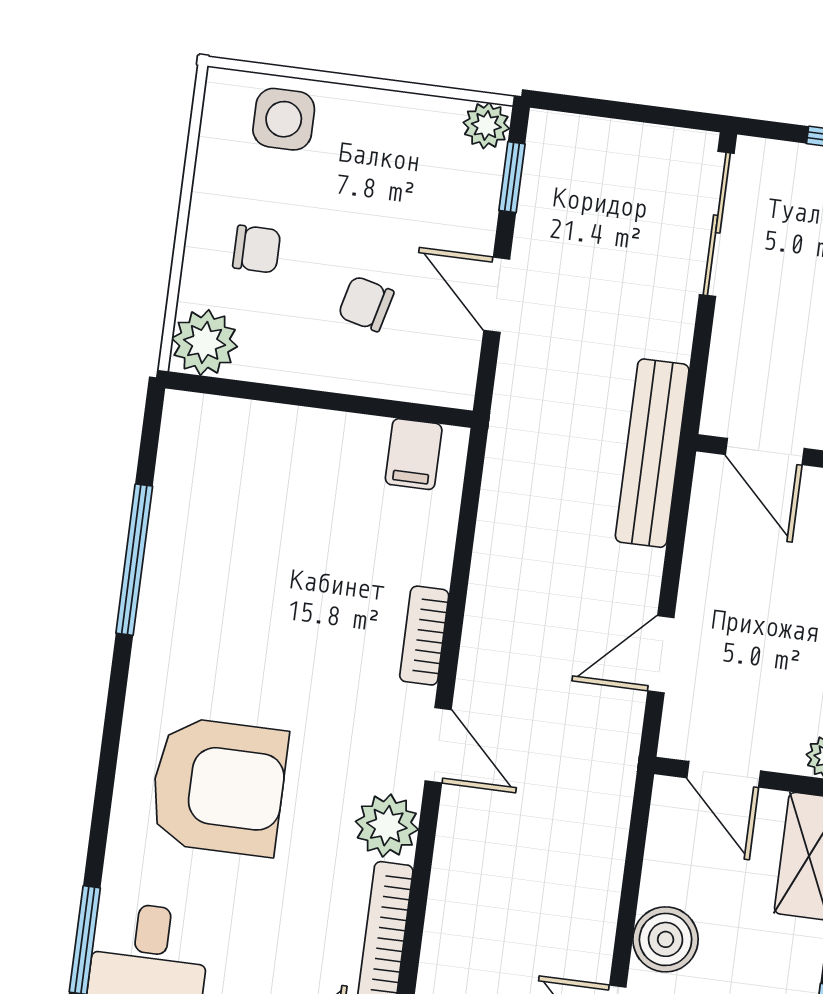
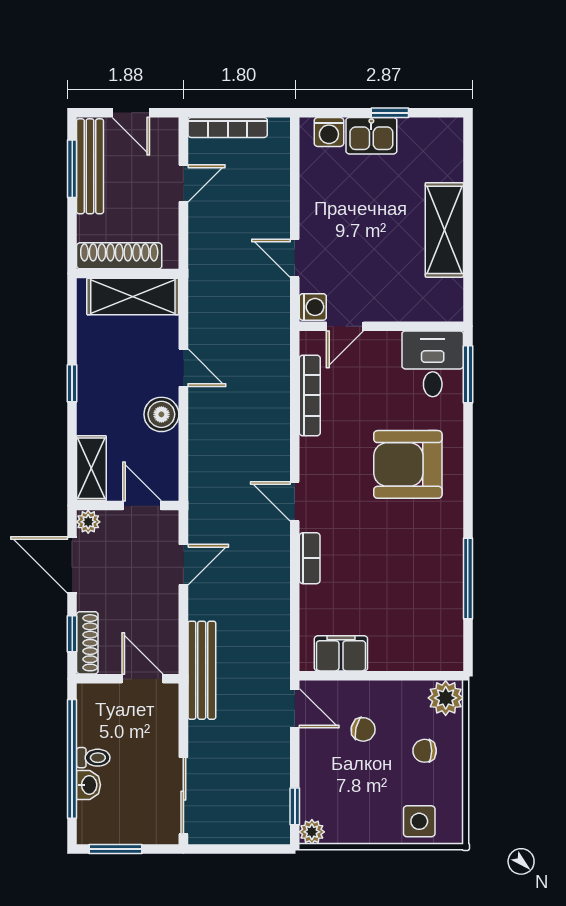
door: (497, 295) -> (295, 708), moved
filing cabinet: (414, 454) -> (341, 653), width x2.00
plant: (387, 826) -> (316, 455), removed

